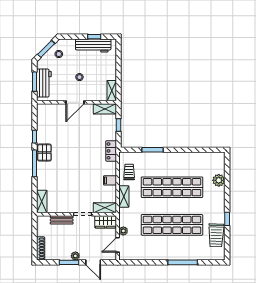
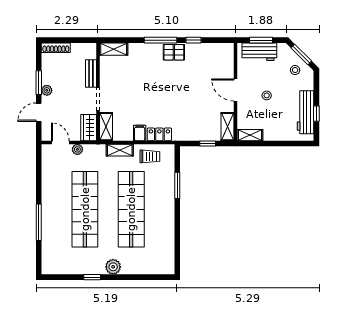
locker: (111, 151) -> (159, 134), moved
plant: (219, 180) -> (113, 267), moved
trolley: (216, 235) -> (72, 264), removed

